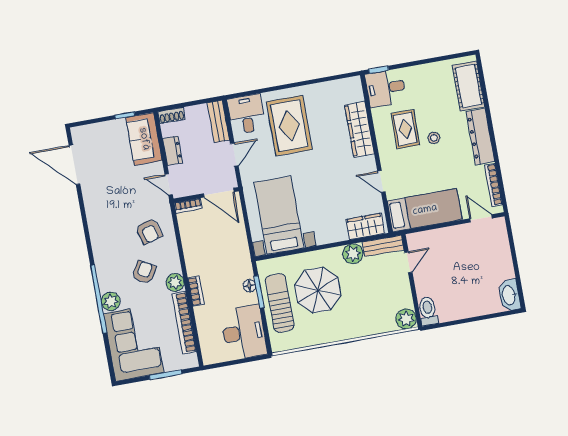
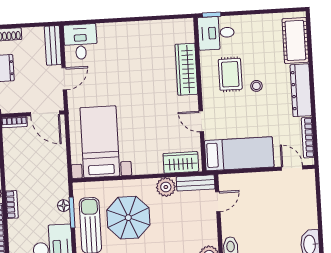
rug: (289, 126) -> (120, 58), removed

